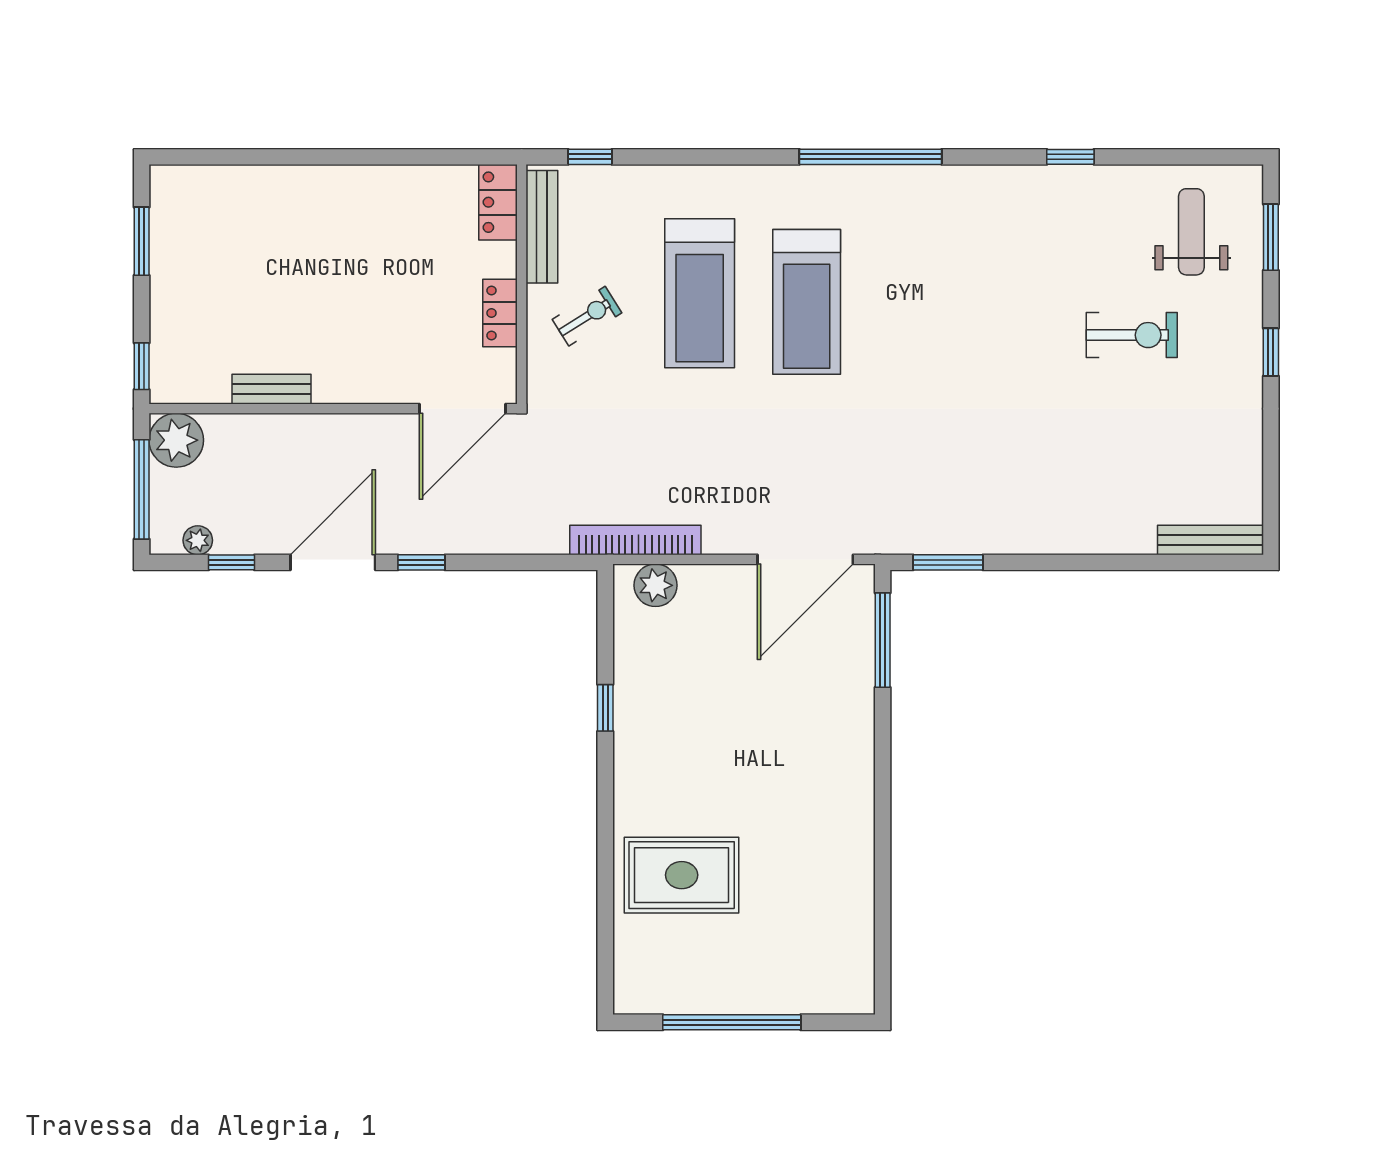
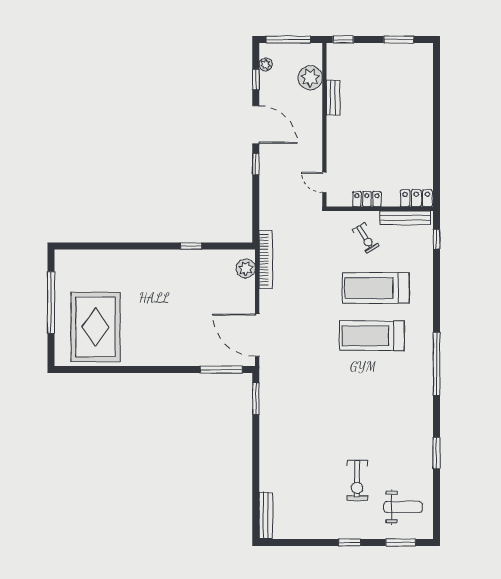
window: (1070, 157) -> (436, 453), width x1.50
door: (462, 409) -> (324, 182), width x0.53
plant: (176, 440) -> (310, 78), moved
rug: (682, 875) -> (96, 327), moved, width x1.37, depth x1.44

